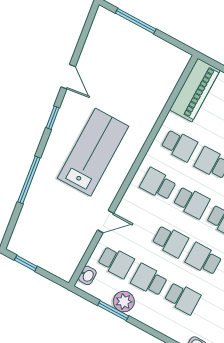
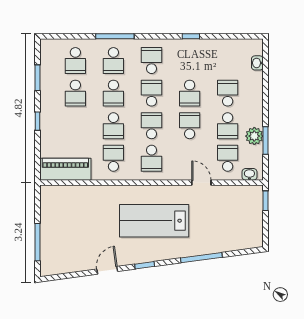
window: (26, 263) -> (266, 201), moved

